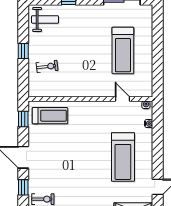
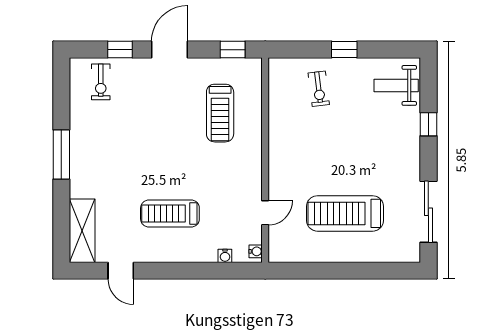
weight bench: (45, 19) -> (396, 85), turned 90
treadmill: (50, 116) -> (220, 113), moved
treadmill: (123, 157) -> (170, 214), width x0.73, depth x0.73

